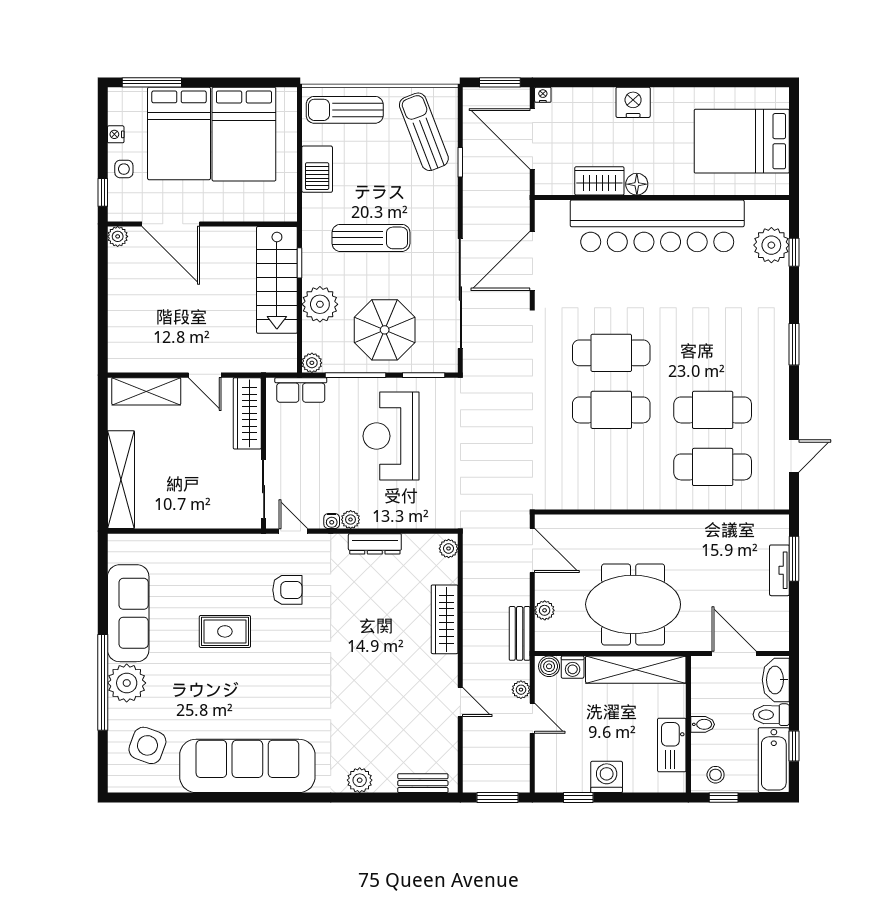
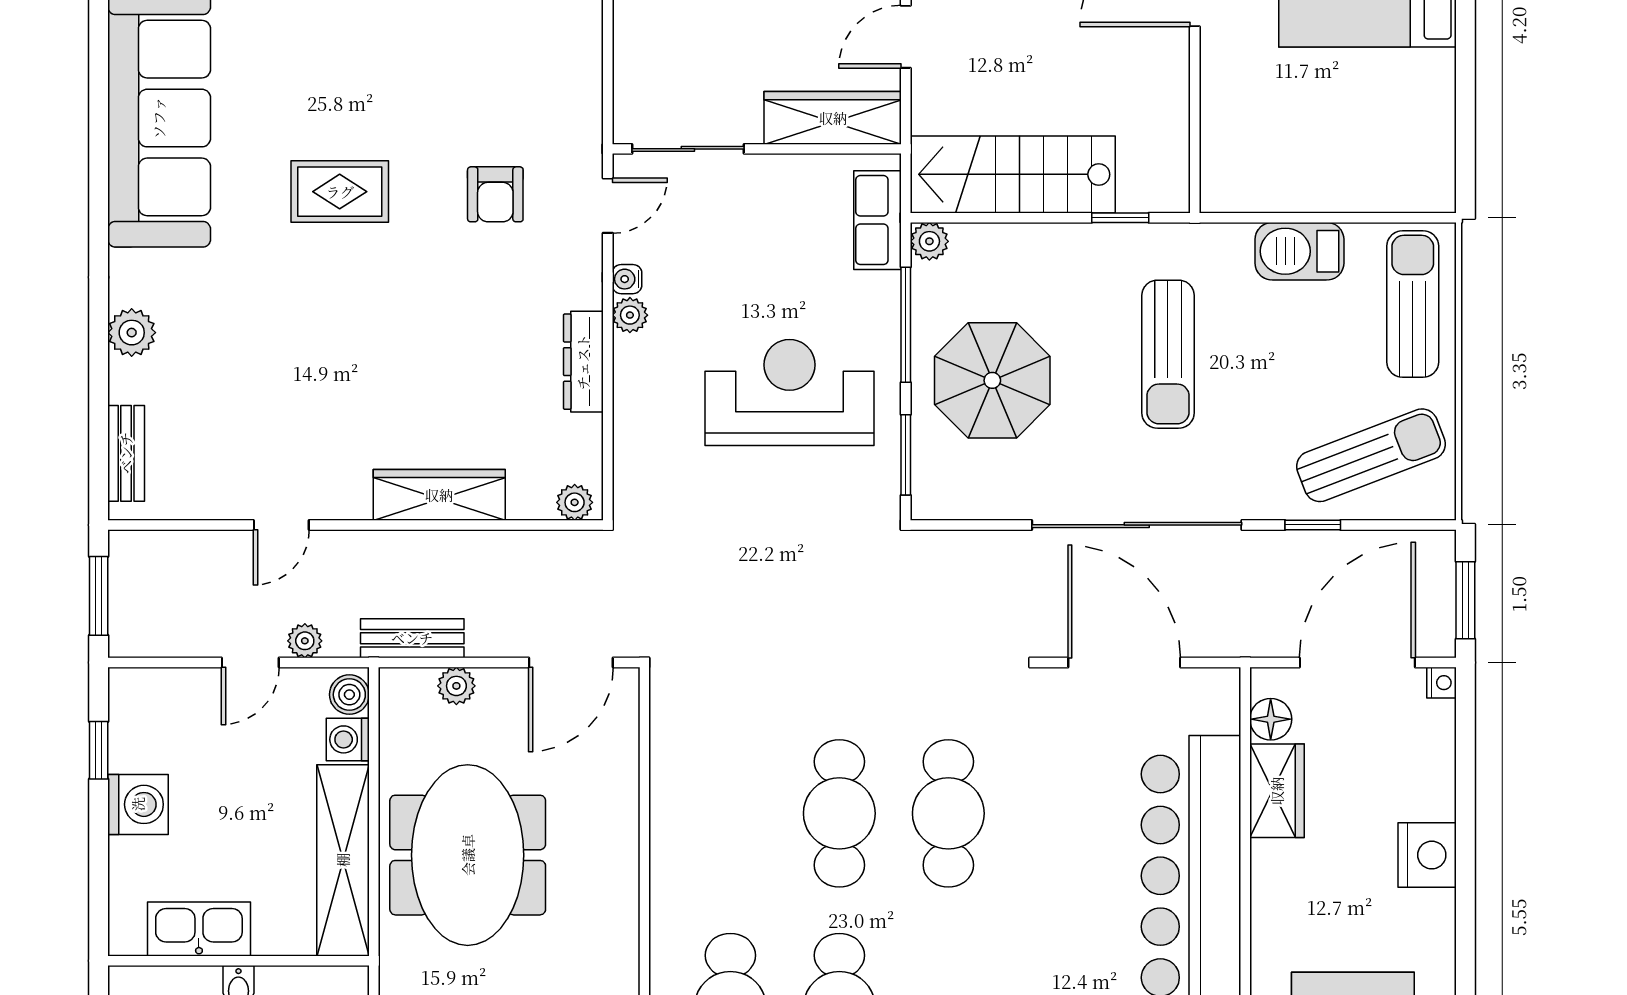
bed: (244, 134) -> (1366, 111), removed
floor lamp: (637, 184) -> (1271, 719), moved
stairs: (277, 280) -> (1013, 174), moved
sliding door: (460, 294) -> (1137, 525), moved
plant: (320, 304) -> (1041, 257), removed
rug: (225, 631) -> (340, 192), moved, turned 90

